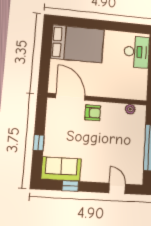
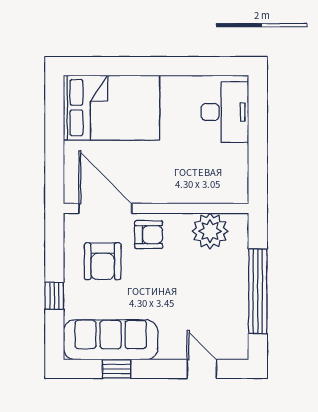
plant: (130, 109) -> (210, 231), width x1.88, depth x1.88
armchair: (67, 125) -> (103, 261), added
sofa: (61, 169) -> (111, 340), width x1.36

